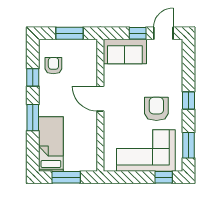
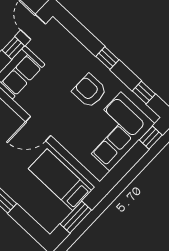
bed: (51, 144) -> (60, 180), moved
window: (189, 145) -> (144, 93), width x0.67

